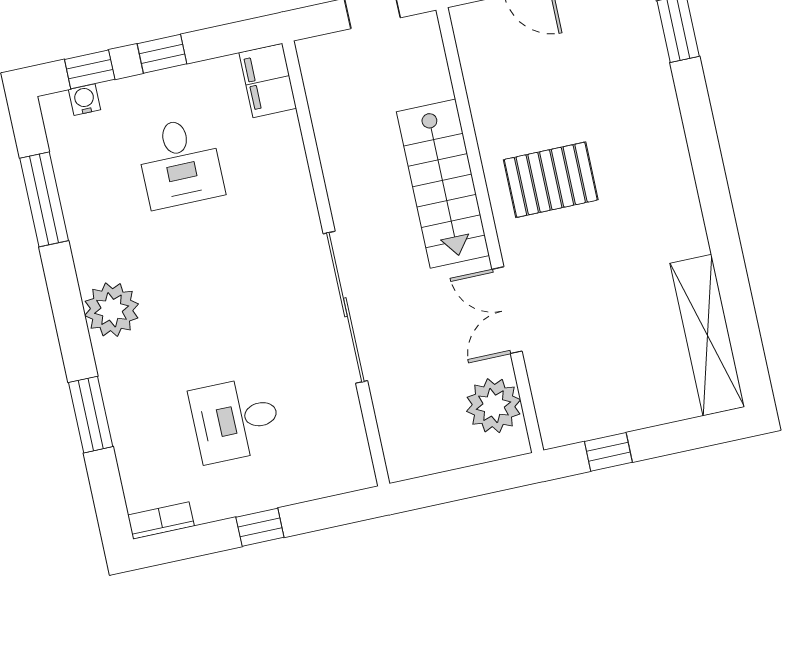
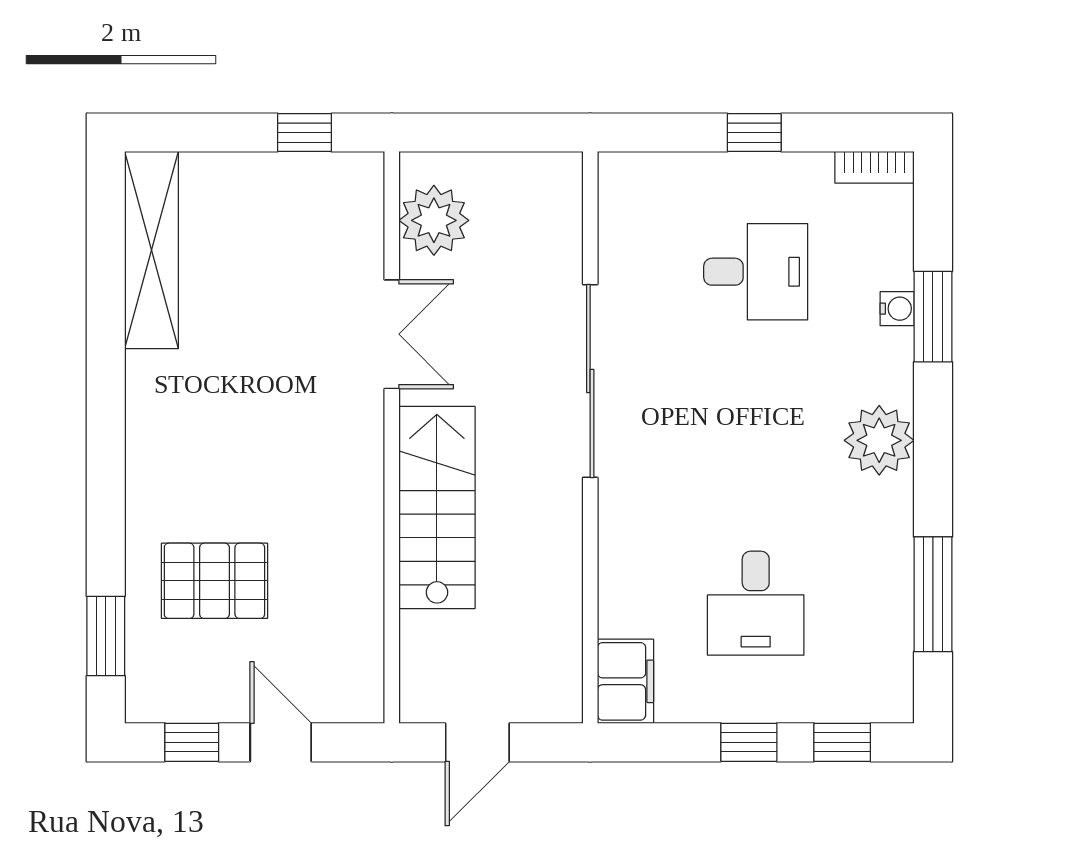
water cooler: (85, 100) -> (897, 309), moved, turned -90
desk: (180, 163) -> (756, 603), turned 180
pallet: (551, 180) -> (214, 581), moved

